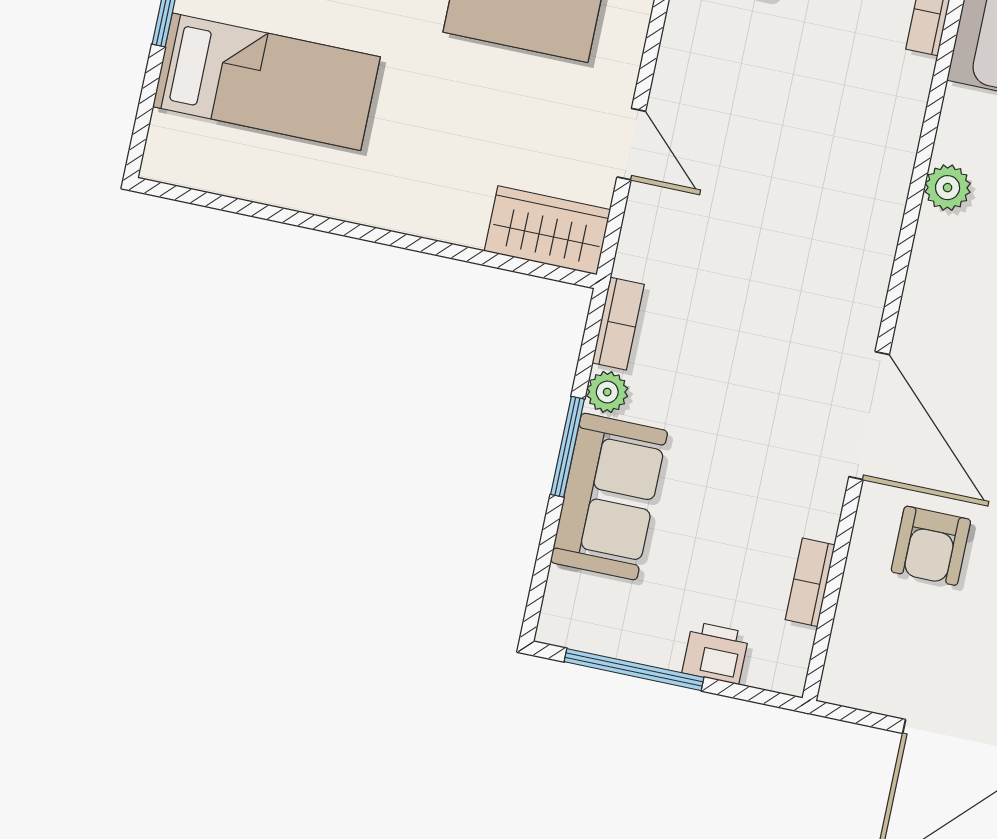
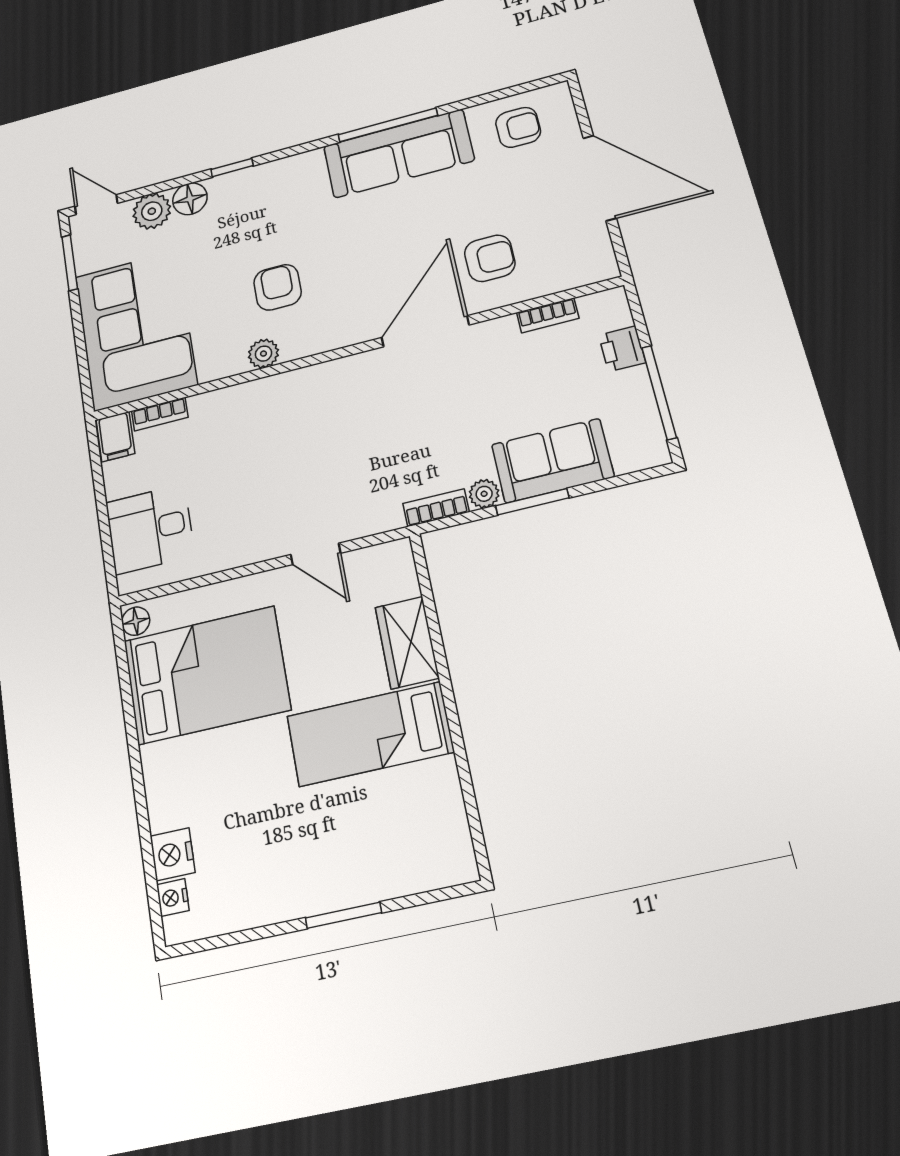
bed: (266, 82) -> (370, 734), moved, turned -90
door: (631, 144) -> (316, 554), swing flipped
wardrobe: (547, 230) -> (407, 643), moved

